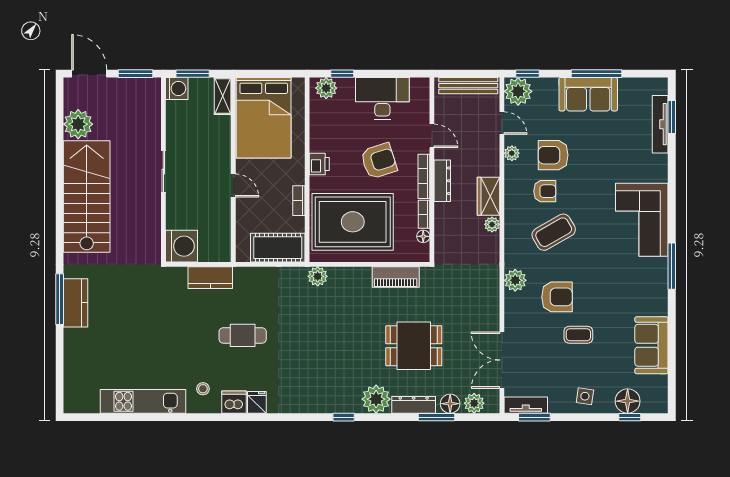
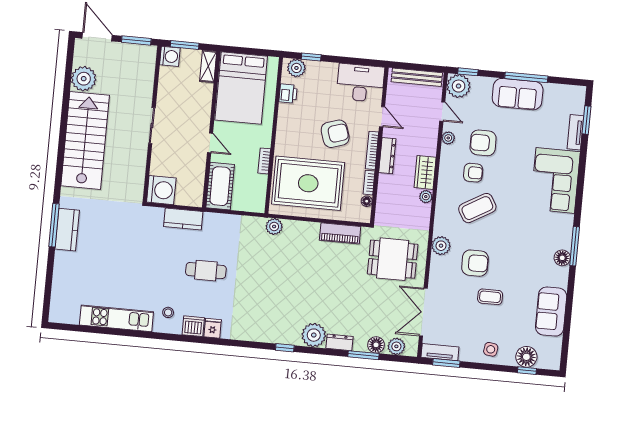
desk: (382, 98) -> (360, 83), moved
tv unit: (660, 124) -> (575, 132), width x0.71
printer: (319, 164) -> (288, 94), moved
corner sofa: (642, 220) -> (555, 180), moved
cot: (278, 248) -> (220, 186), moved, turned 90
floor lamp: (659, 281) -> (562, 258), added
dining table: (414, 346) -> (393, 259), moved
dresser: (414, 405) -> (339, 342), width x0.70

